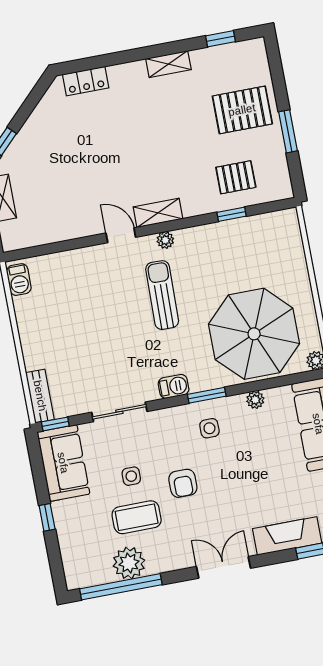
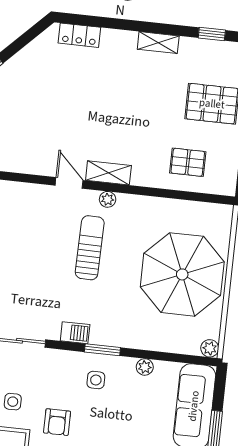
window: (232, 214) -> (174, 194), removed
parasol: (254, 334) -> (182, 274), moved

